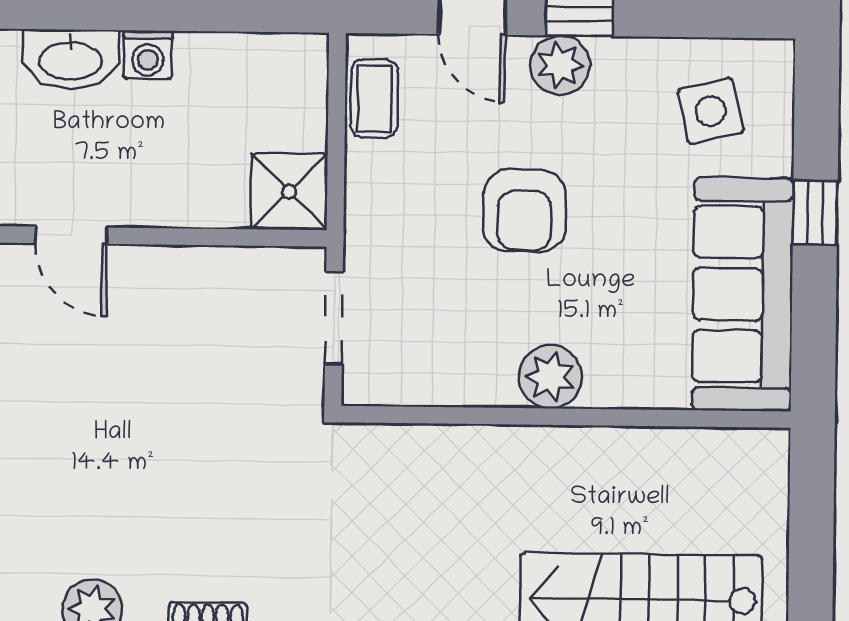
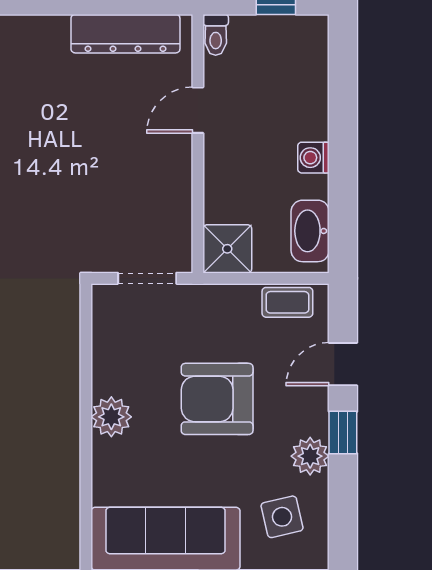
washbasin: (71, 59) -> (310, 231), moved
plant: (560, 65) -> (310, 456), moved
armchair: (525, 211) -> (217, 399), width x1.36, depth x1.36

